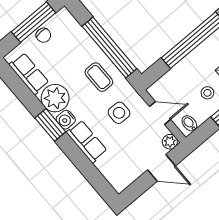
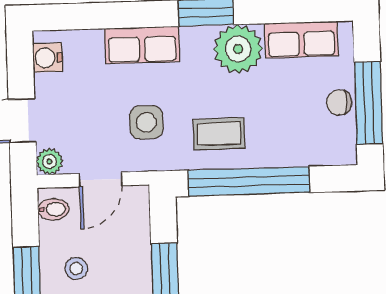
water cooler: (66, 120) -> (47, 58), moved, turned -90

